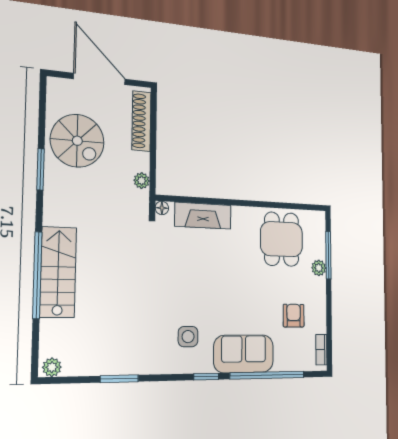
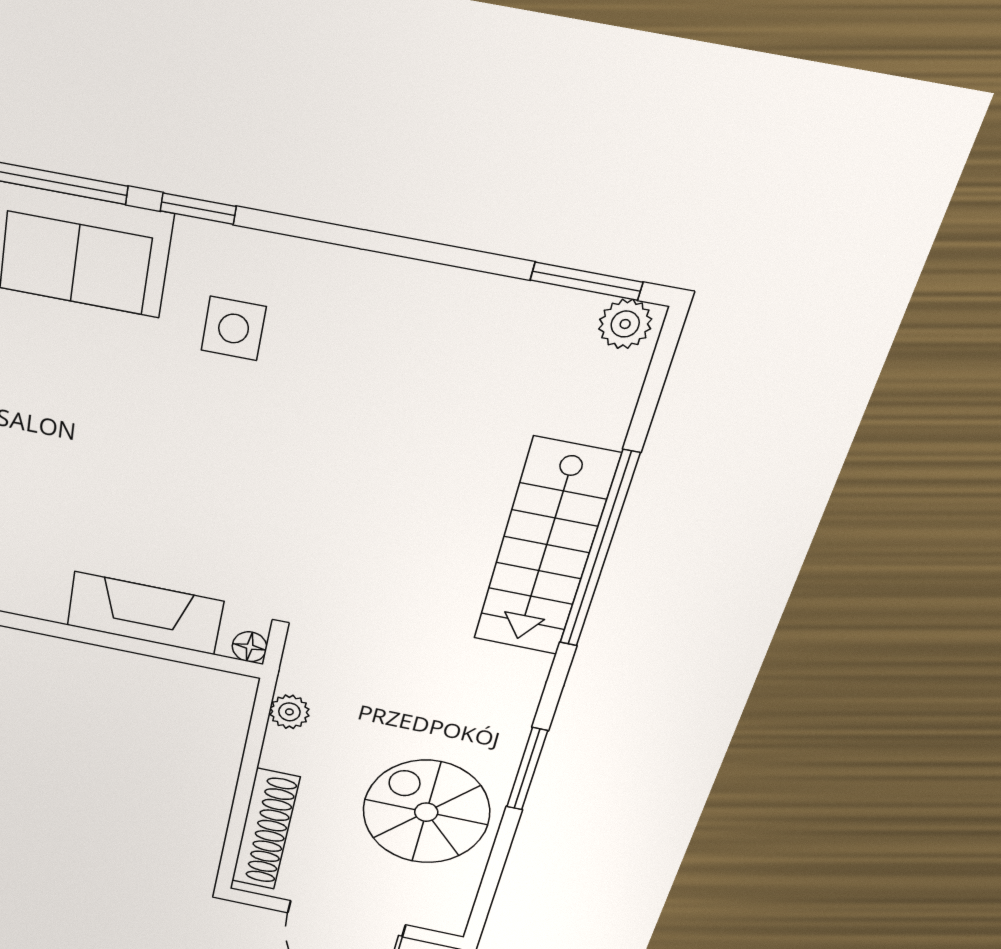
window: (119, 379) -> (586, 281), moved

